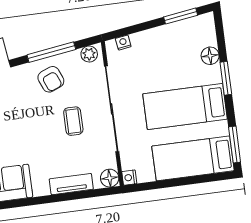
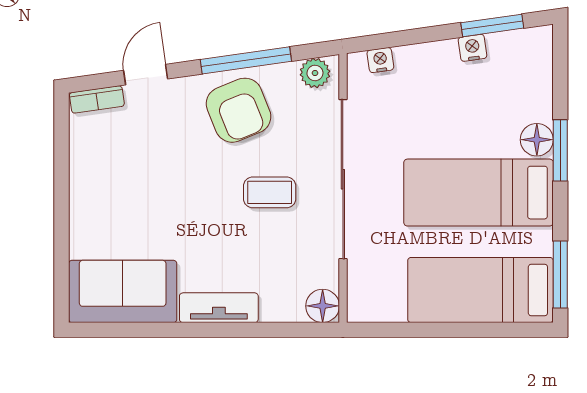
floor lamp: (210, 56) -> (537, 140), moved
armchair: (51, 79) -> (239, 110), width x1.38, depth x1.38
coffee table: (73, 121) -> (270, 192), turned 90
nightstand: (129, 178) -> (472, 48), moved, turned 82
tv unit: (71, 184) -> (219, 308), moved

